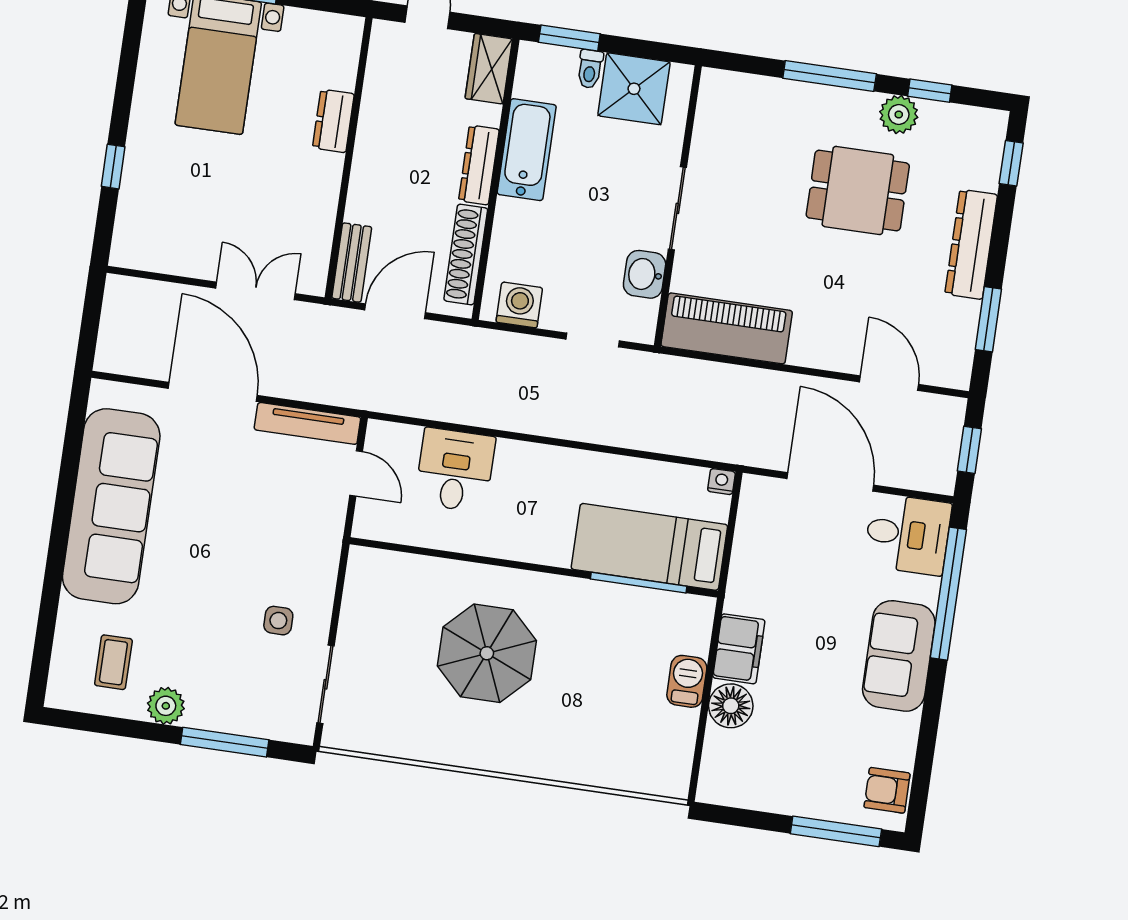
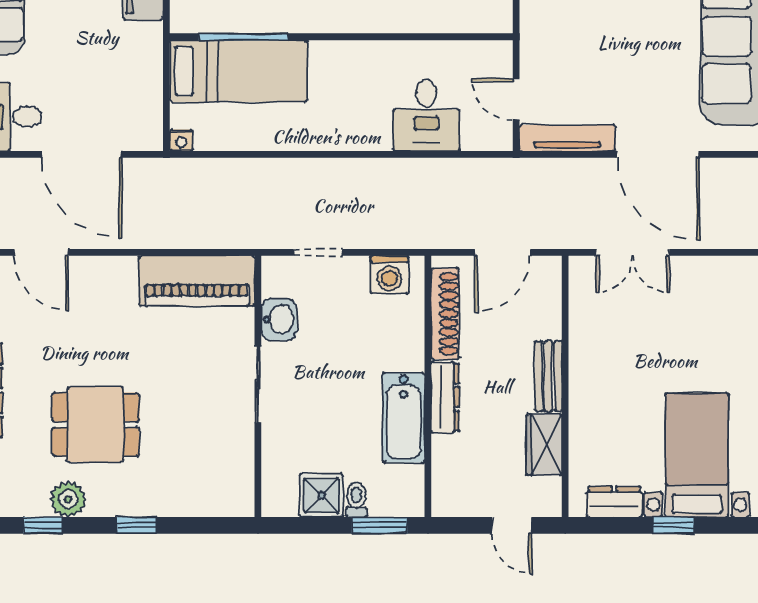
wardrobe: (489, 69) -> (544, 445), moved, turned 180
window: (830, 76) -> (137, 525), width x0.46
shower: (634, 89) -> (321, 495), width x0.73, depth x0.73
dresser: (333, 121) -> (614, 502), moved, turned -90
bench: (352, 263) -> (548, 376), moved

